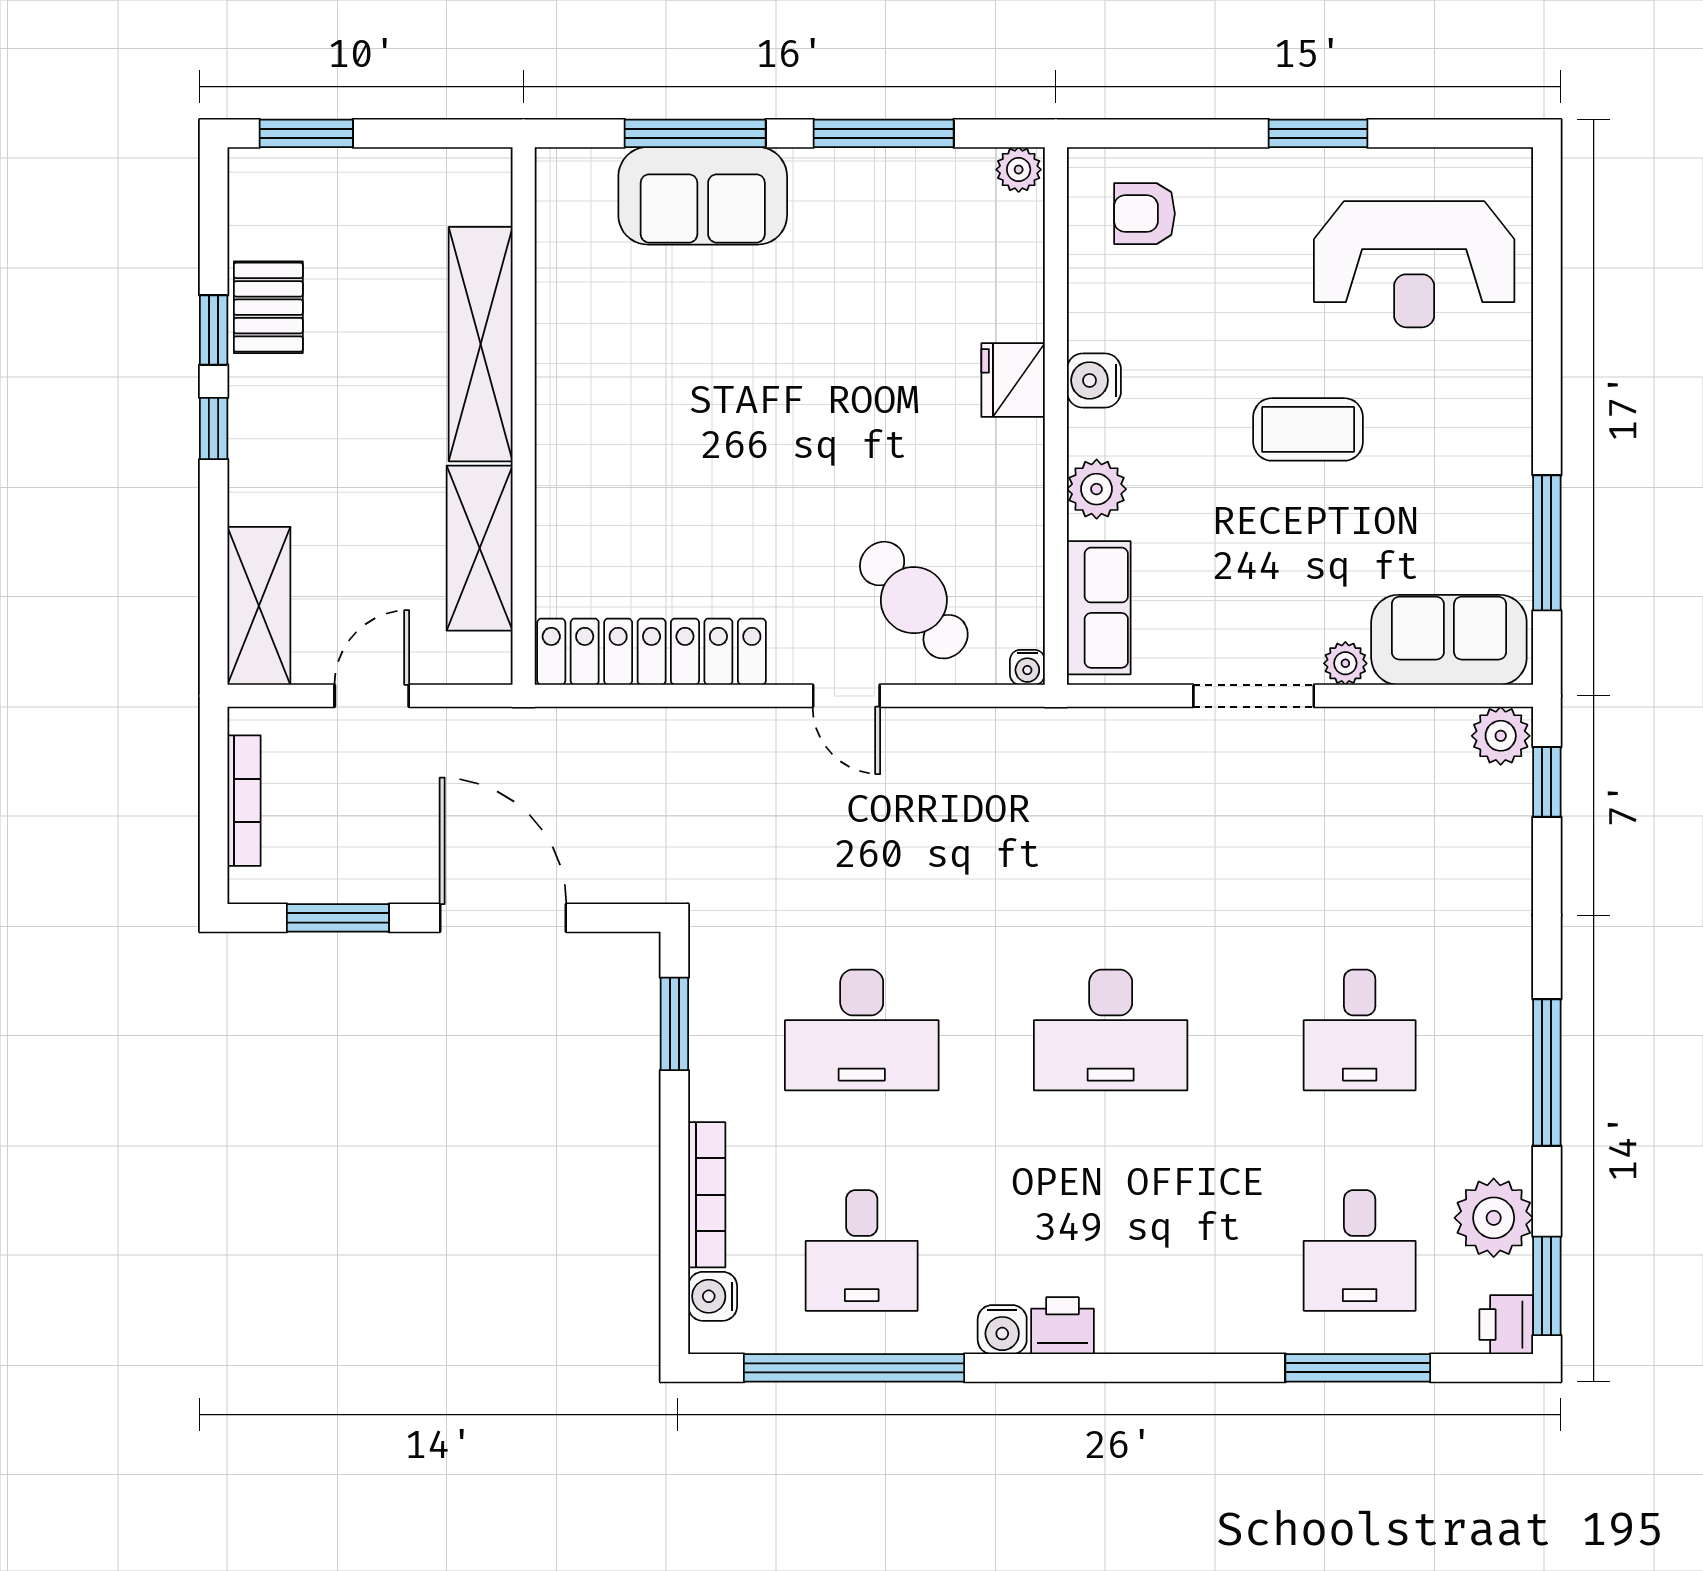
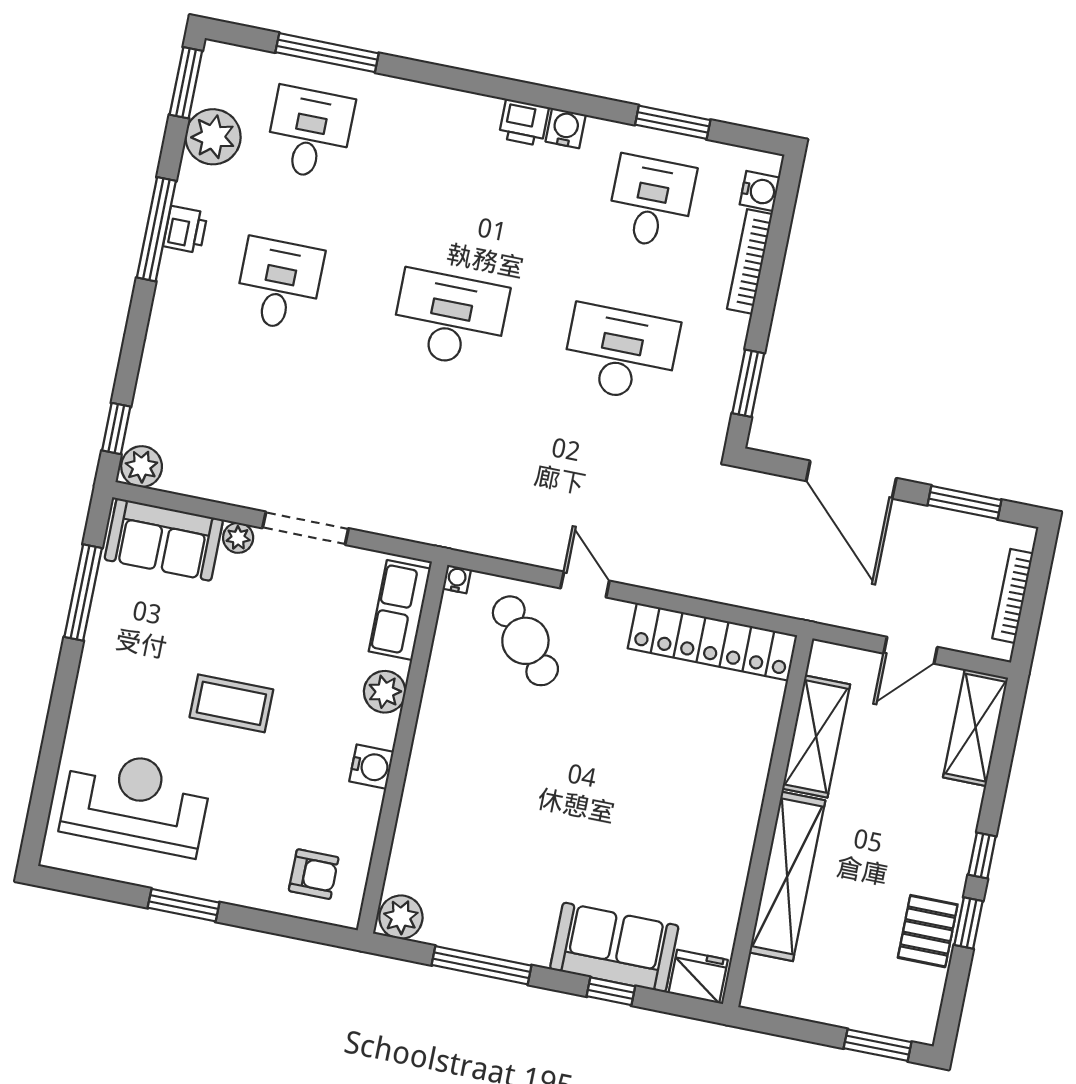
window: (695, 133) -> (611, 991), width x0.46
plant: (1019, 170) -> (401, 917), width x1.38, depth x1.38
fridge: (1013, 380) -> (698, 976), moved, turned -90
printer: (1506, 1325) -> (185, 230), moved
window: (854, 1368) -> (673, 122), width x0.47

